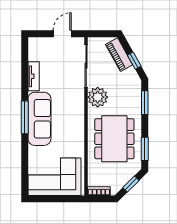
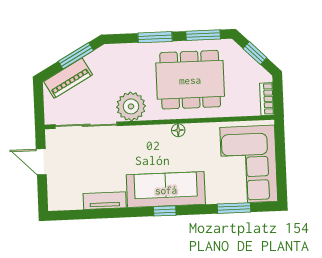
window: (134, 61) -> (76, 56), width x1.50
window: (145, 103) -> (155, 37), moved
window: (25, 117) -> (165, 211), width x0.46
floor lamp: (80, 129) -> (178, 130), added
window: (25, 165) -> (234, 208), added

